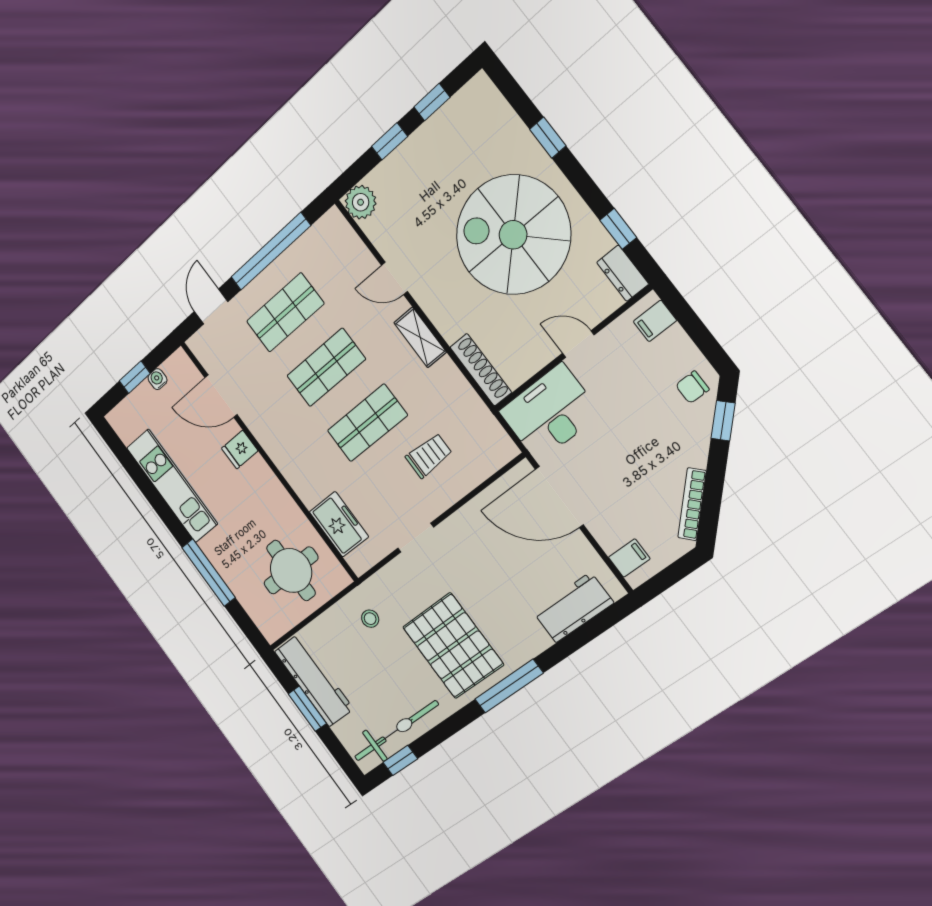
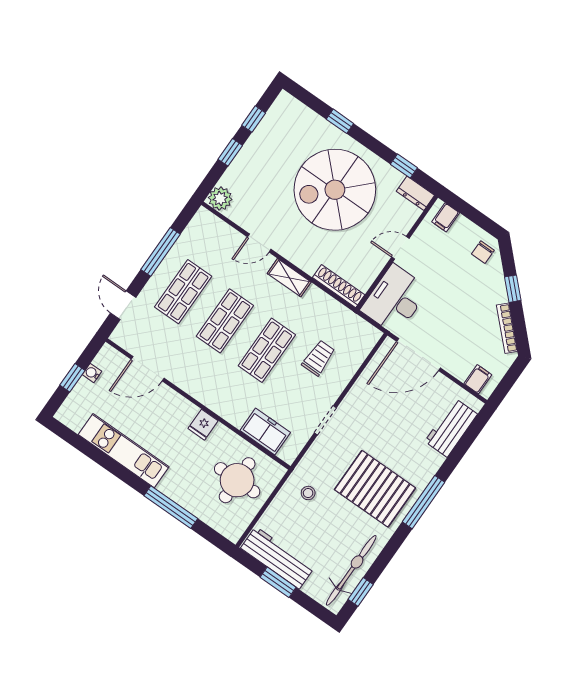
window: (270, 252) -> (161, 252), width x0.68
window: (723, 421) -> (513, 289), moved
fridge: (240, 450) -> (203, 425), moved

